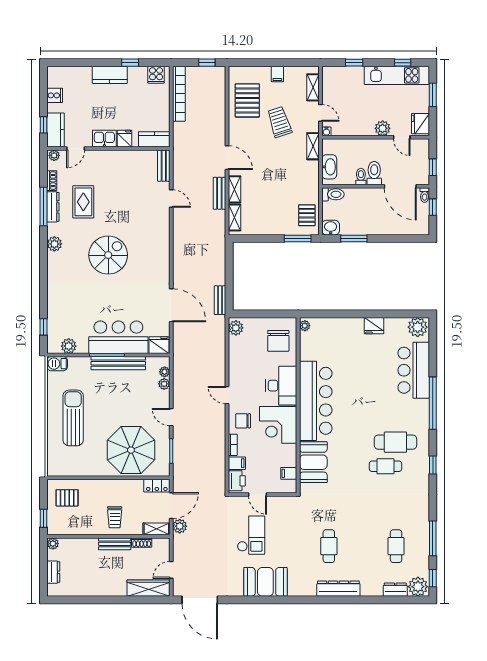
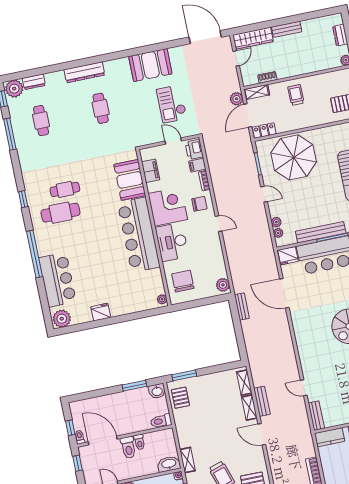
washbasin: (329, 167) -> (169, 464), moved, turned 90
filing cabinet: (289, 473) -> (151, 171), width x2.00
bench: (115, 544) -> (287, 29), moved

